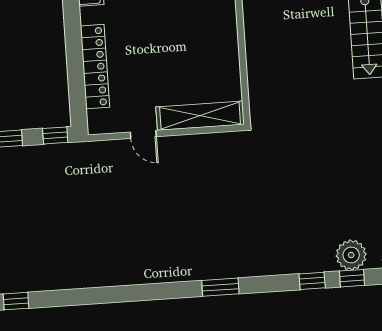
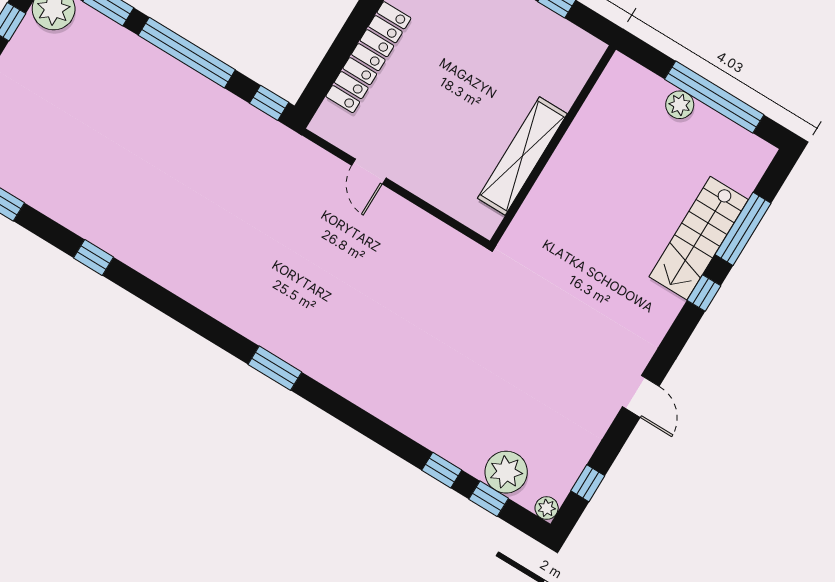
shelving: (200, 116) -> (522, 156), moved, turned 90
window: (220, 287) -> (275, 368), moved

